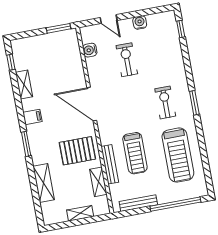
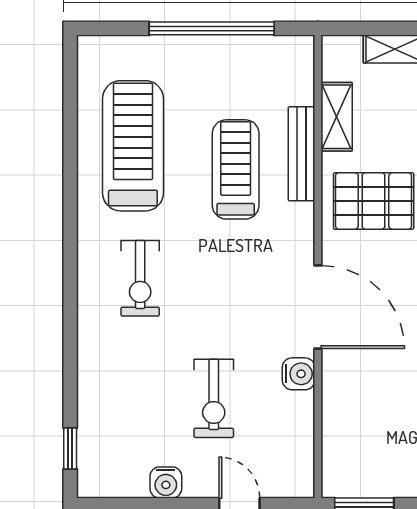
water cooler: (90, 50) -> (299, 374), moved
window: (194, 103) -> (70, 265), removed
bench: (138, 203) -> (250, 48), removed
window: (175, 204) -> (212, 28), moved

